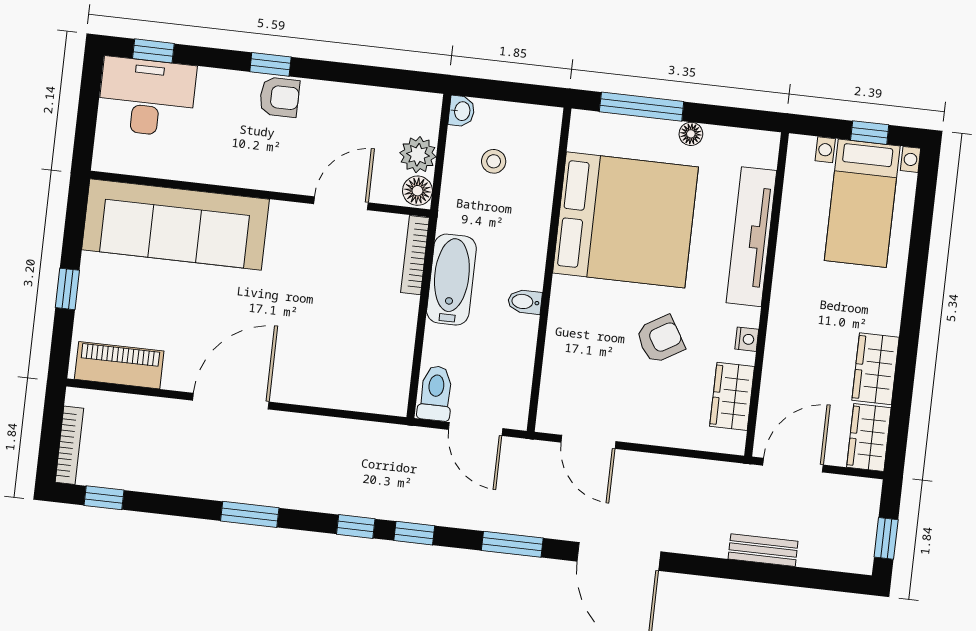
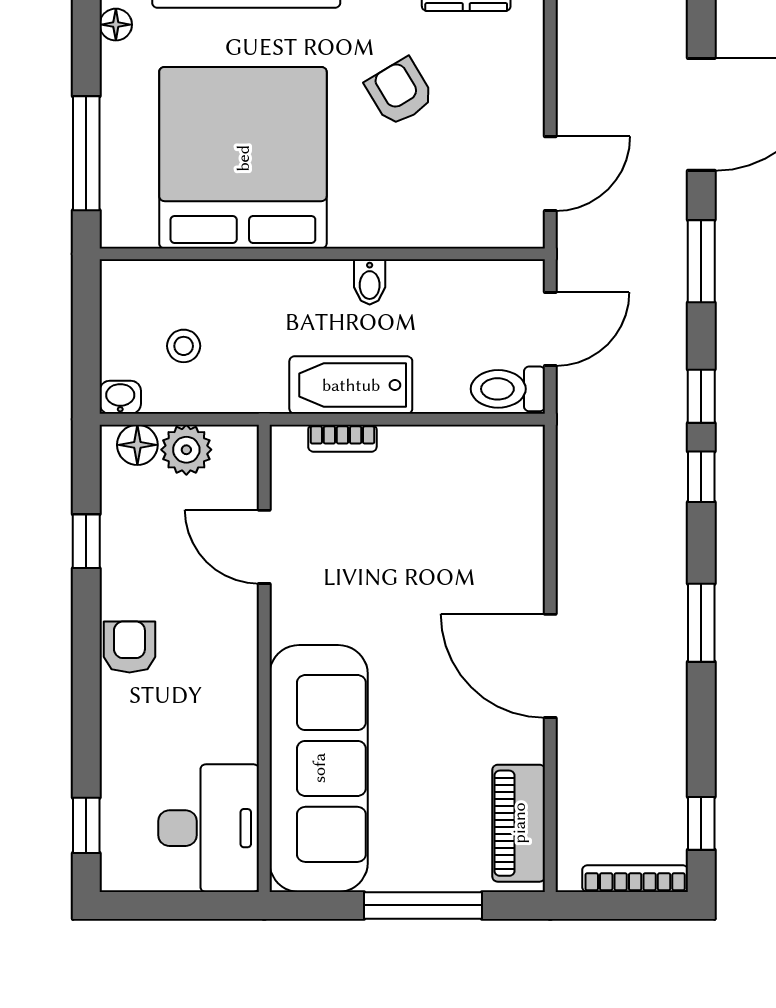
window: (270, 64) -> (86, 541), moved
desk: (147, 97) -> (209, 828), moved, turned 180
floor lamp: (691, 134) -> (116, 25), moved
floor lamp: (417, 191) -> (137, 445), moved
bookcase: (415, 255) -> (342, 438), width x0.64
window: (67, 289) -> (423, 905), width x2.17

